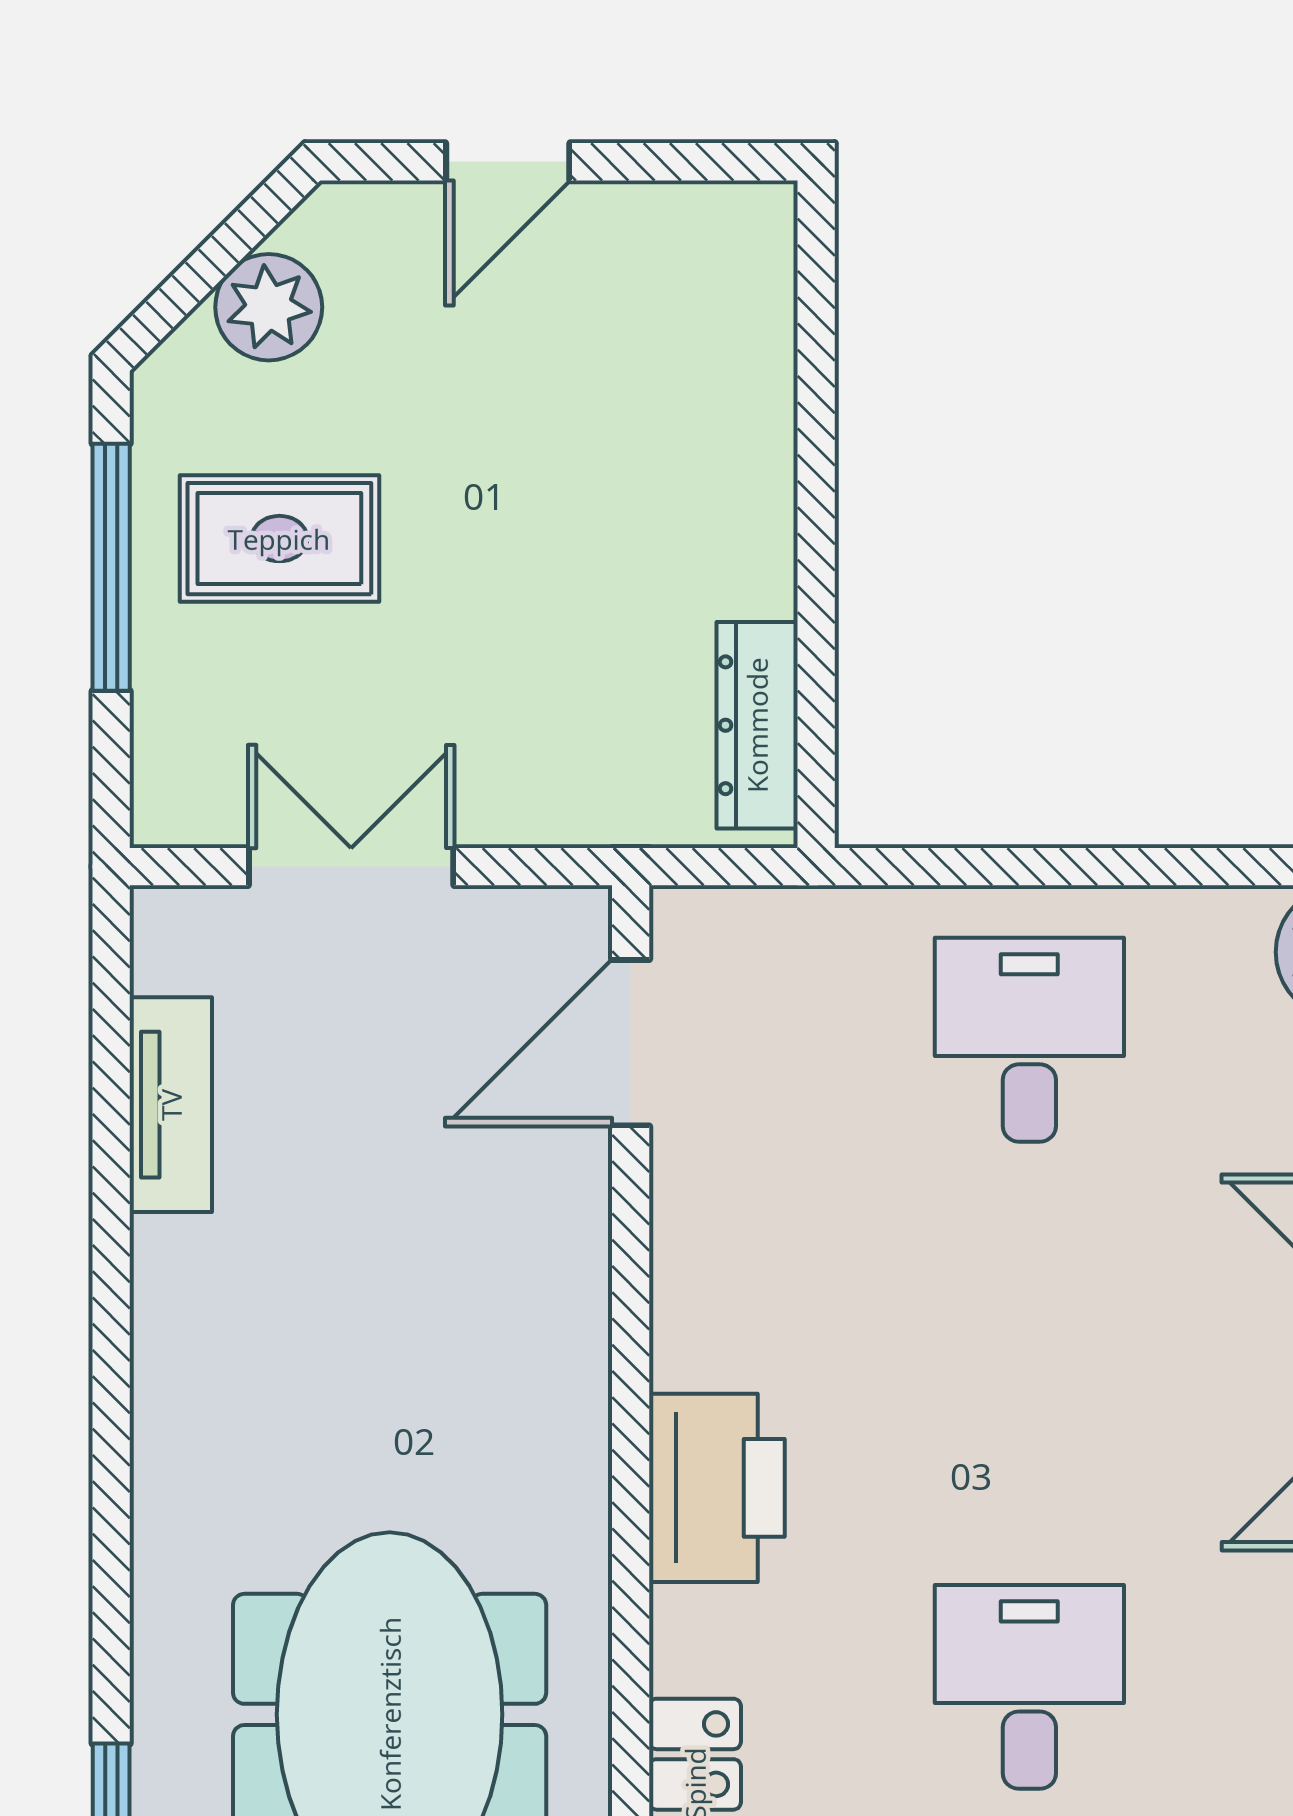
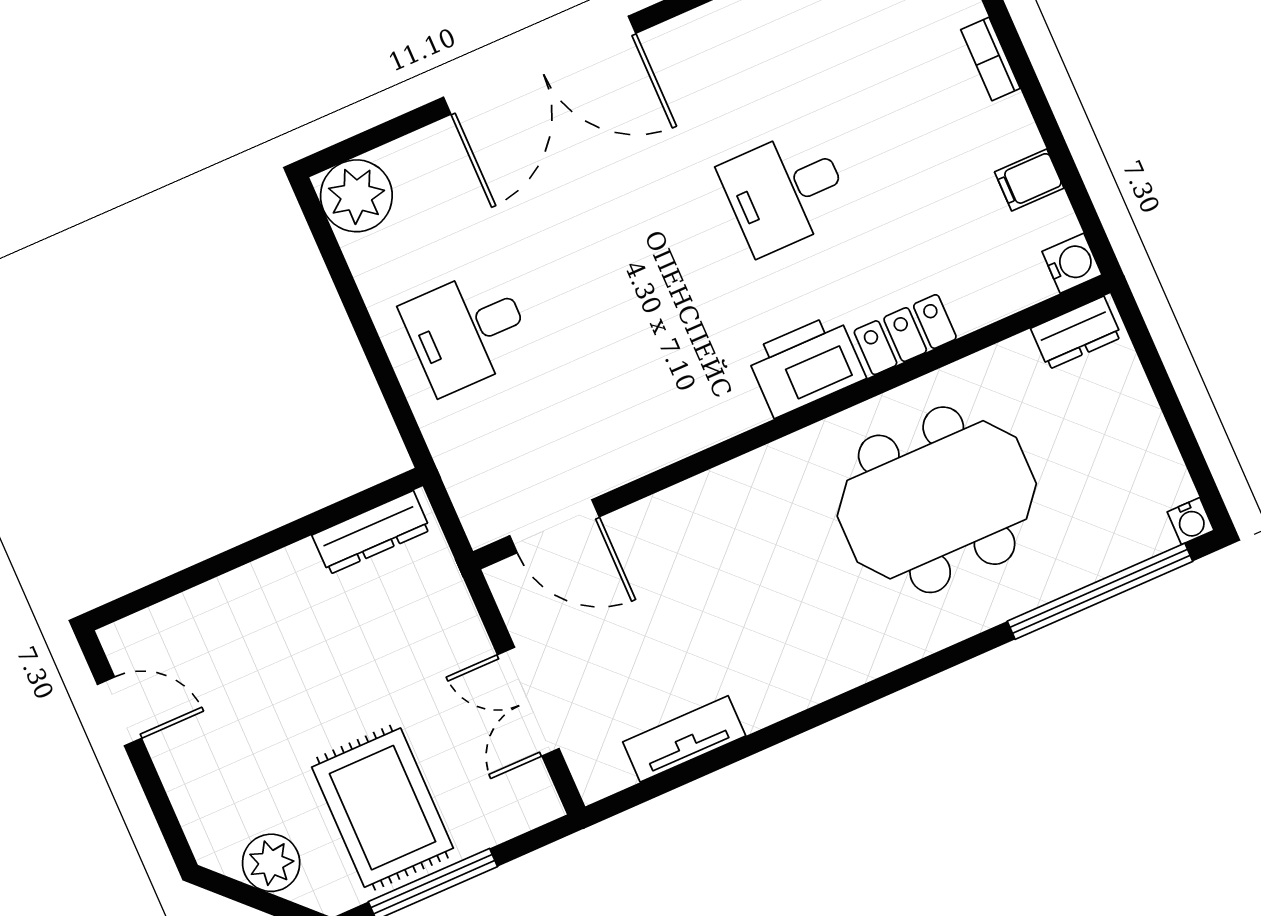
door: (508, 162) -> (119, 711), moved
rug: (279, 539) -> (383, 808), width x1.36, depth x1.43
printer: (717, 1488) -> (806, 365), moved

